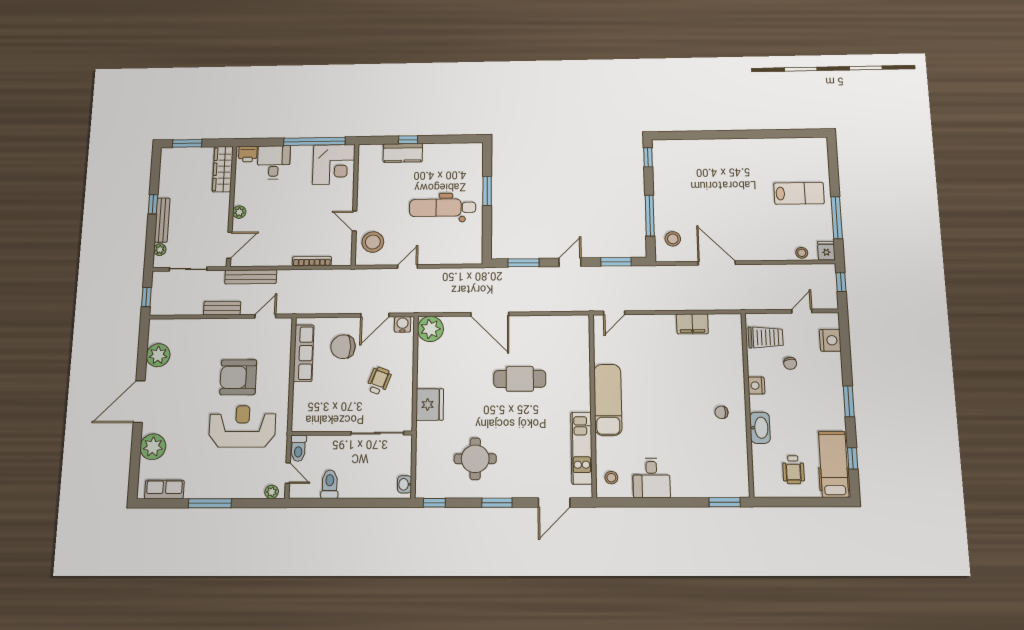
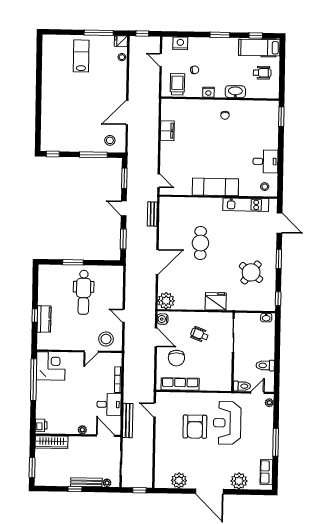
desk: (274, 162) -> (109, 404), moved, turned 180
bench: (222, 308) -> (152, 214), moved
round table: (475, 459) -> (251, 272), turned 38

